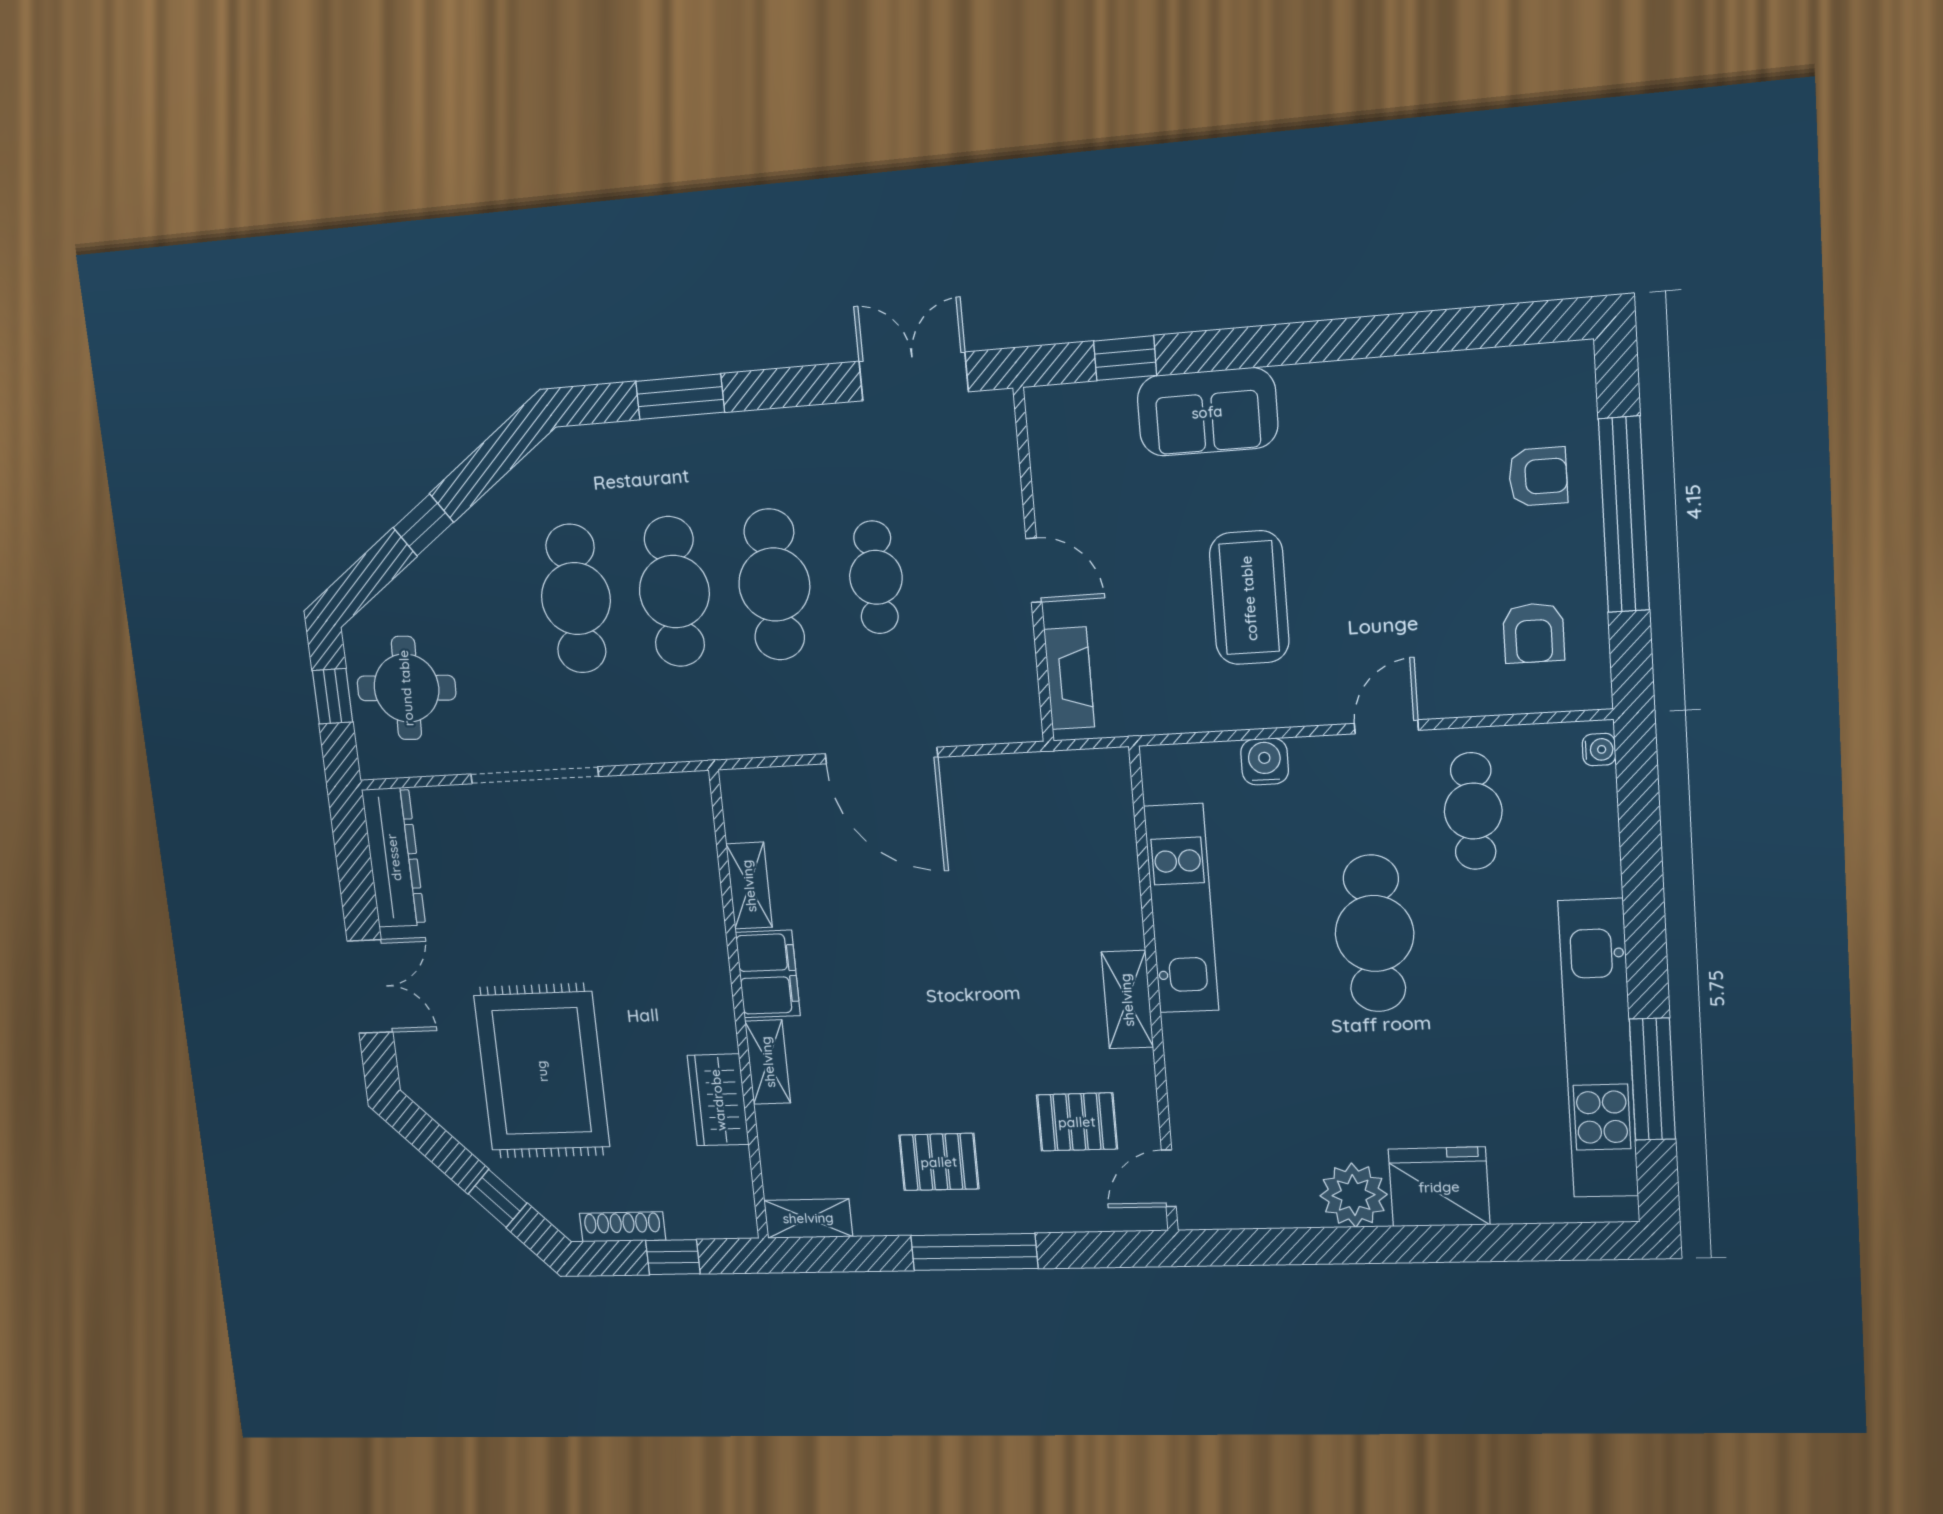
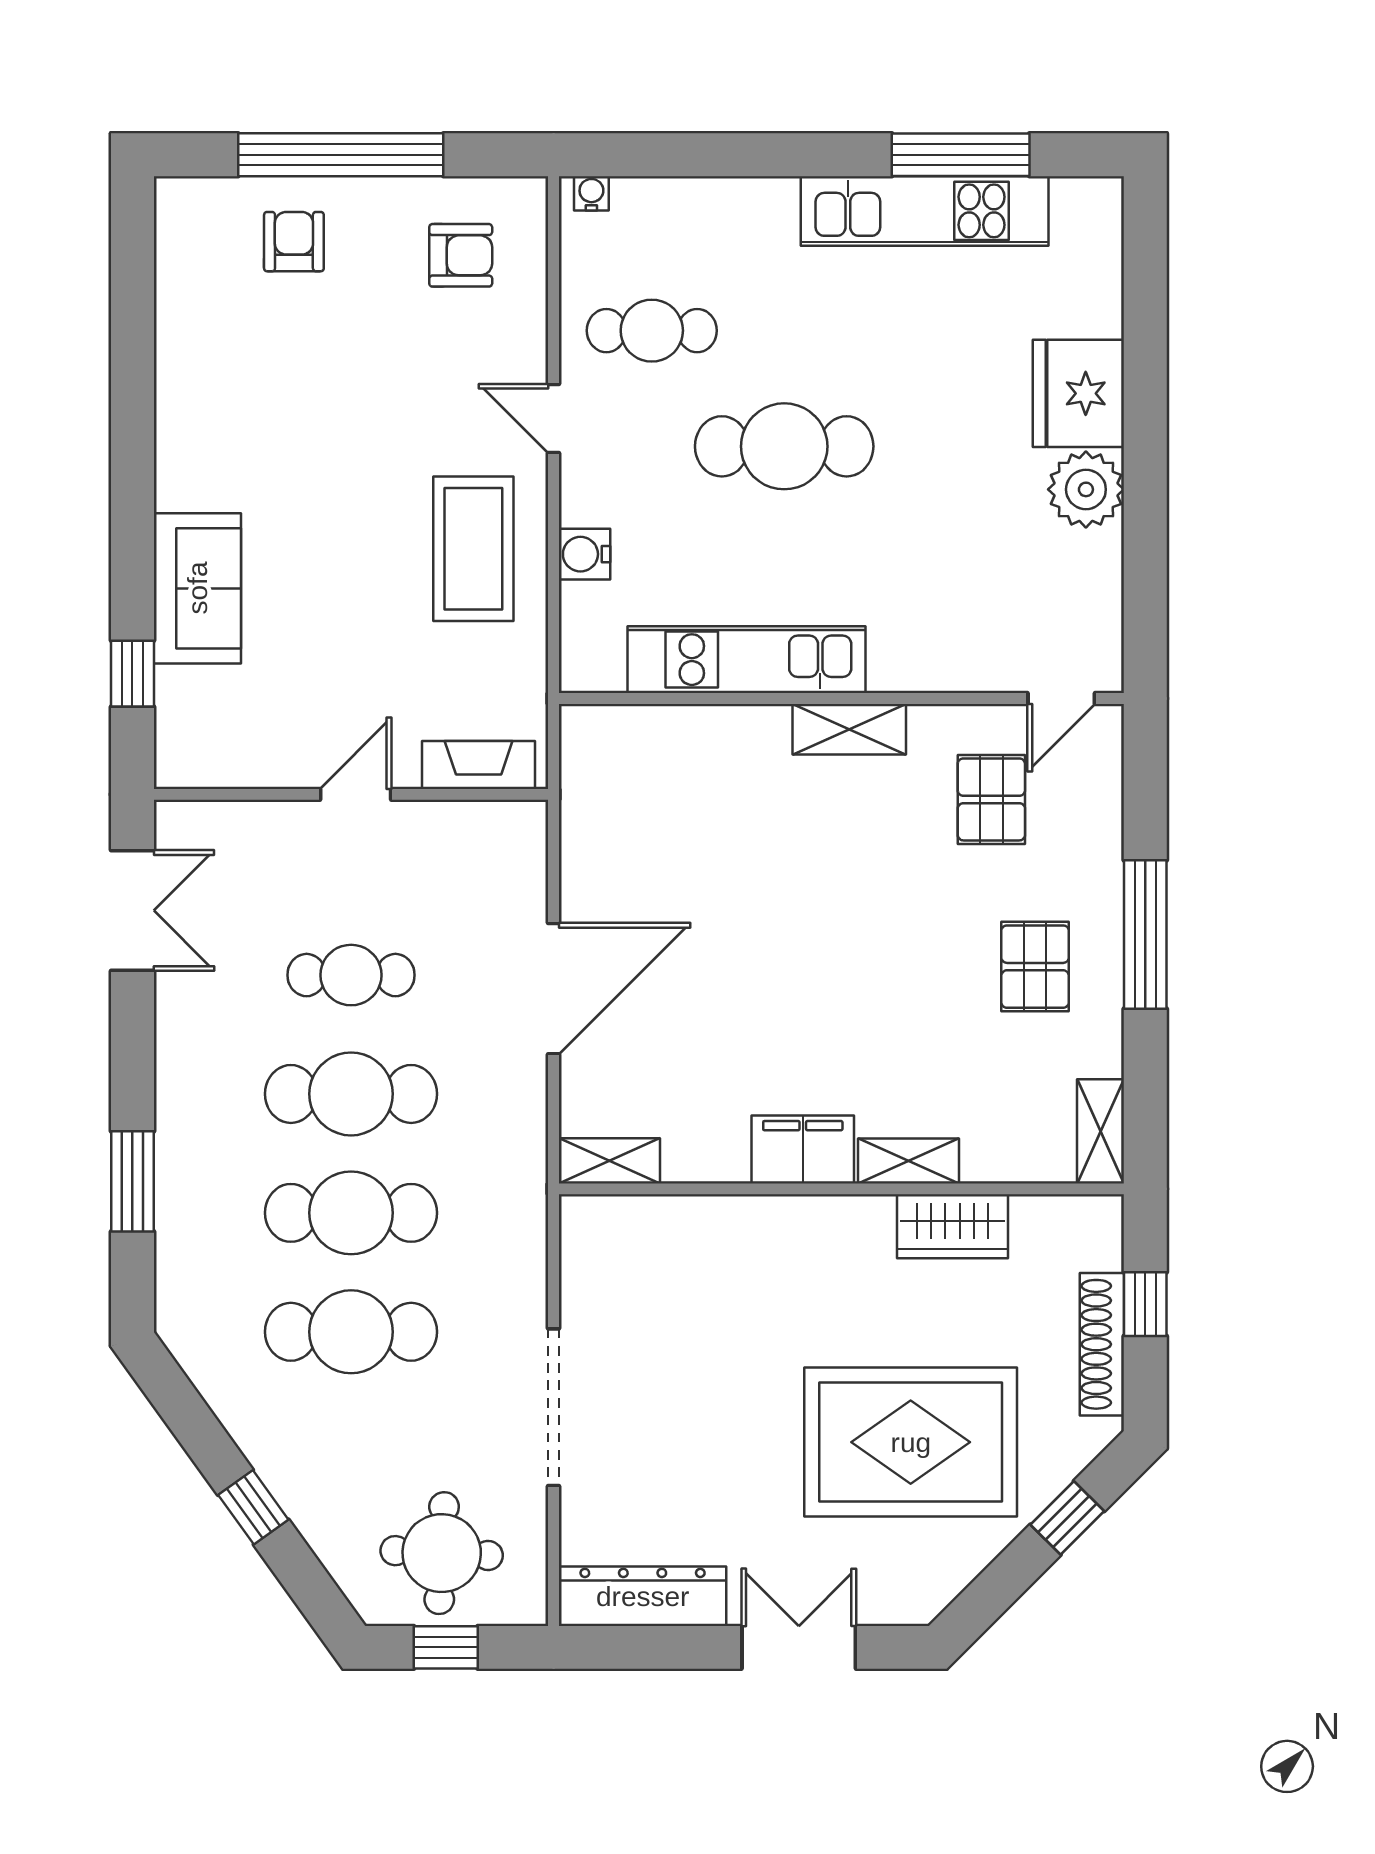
double door: (914, 376) -> (132, 910), swing flipped
coffee table: (1249, 598) -> (473, 549), moved, turned 90
shelving: (749, 886) -> (609, 1161), moved
kitchen unit: (1598, 1049) -> (925, 211), width x0.73
door: (1169, 1178) -> (1061, 698), hinge flipped
shoe rack: (623, 1227) -> (1102, 1344), width x1.36, depth x1.24

